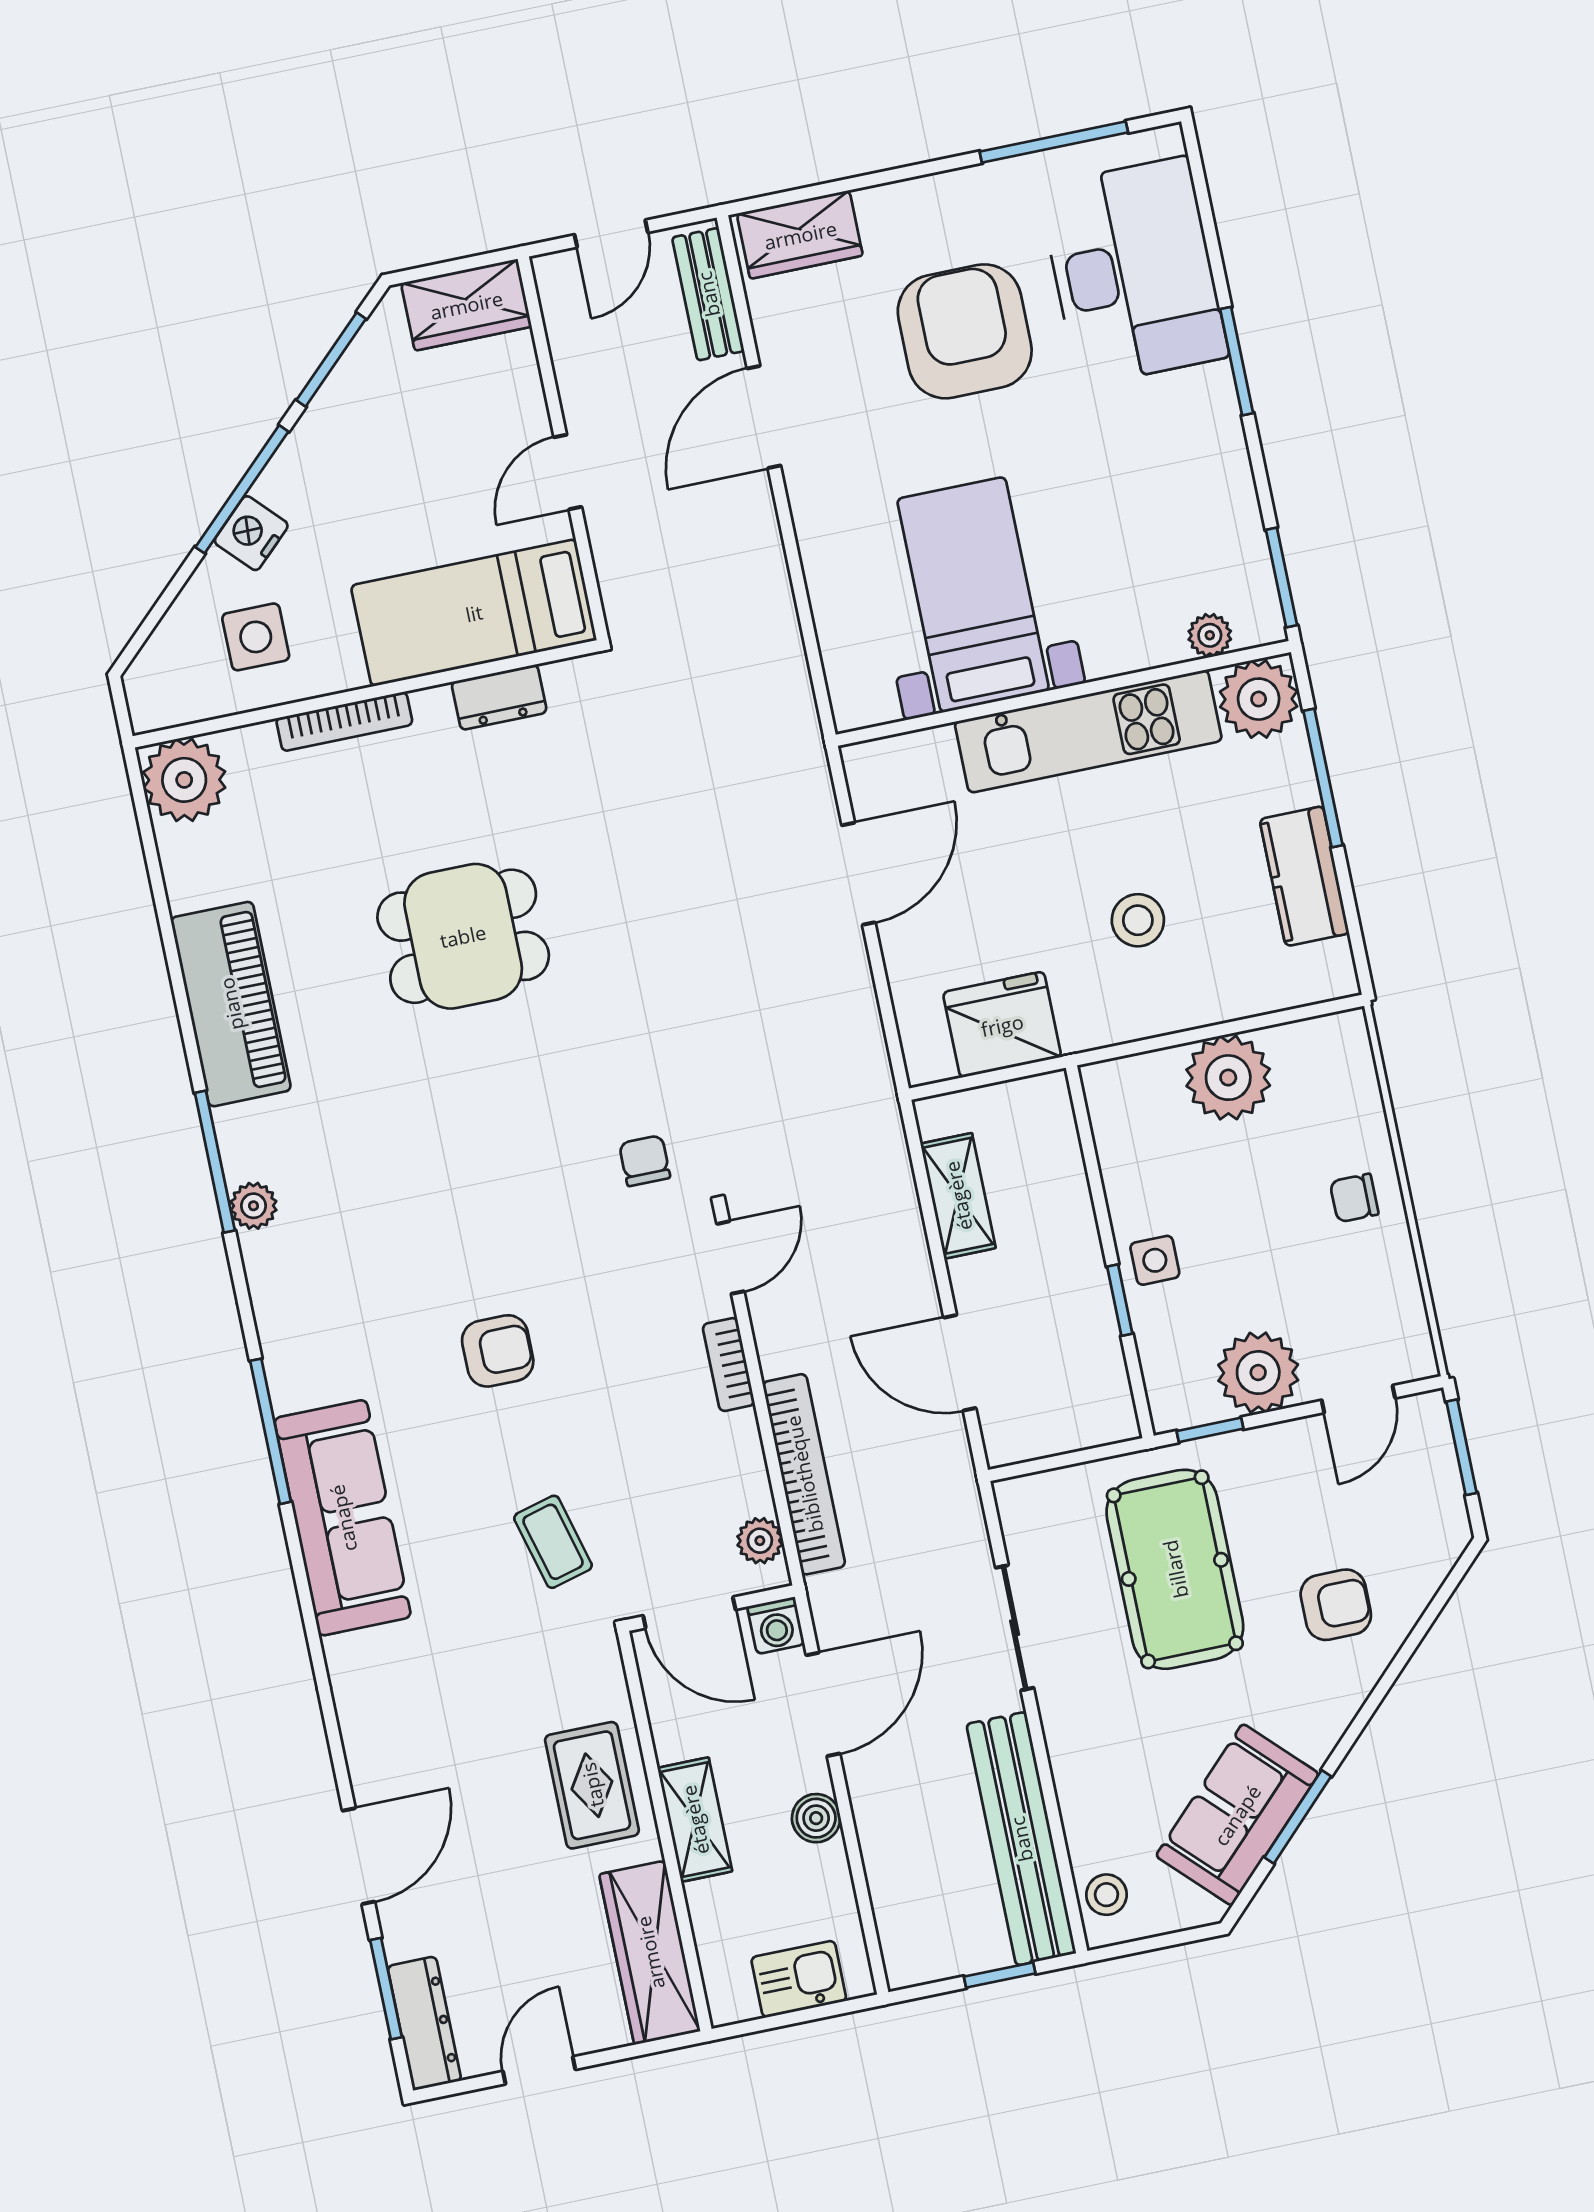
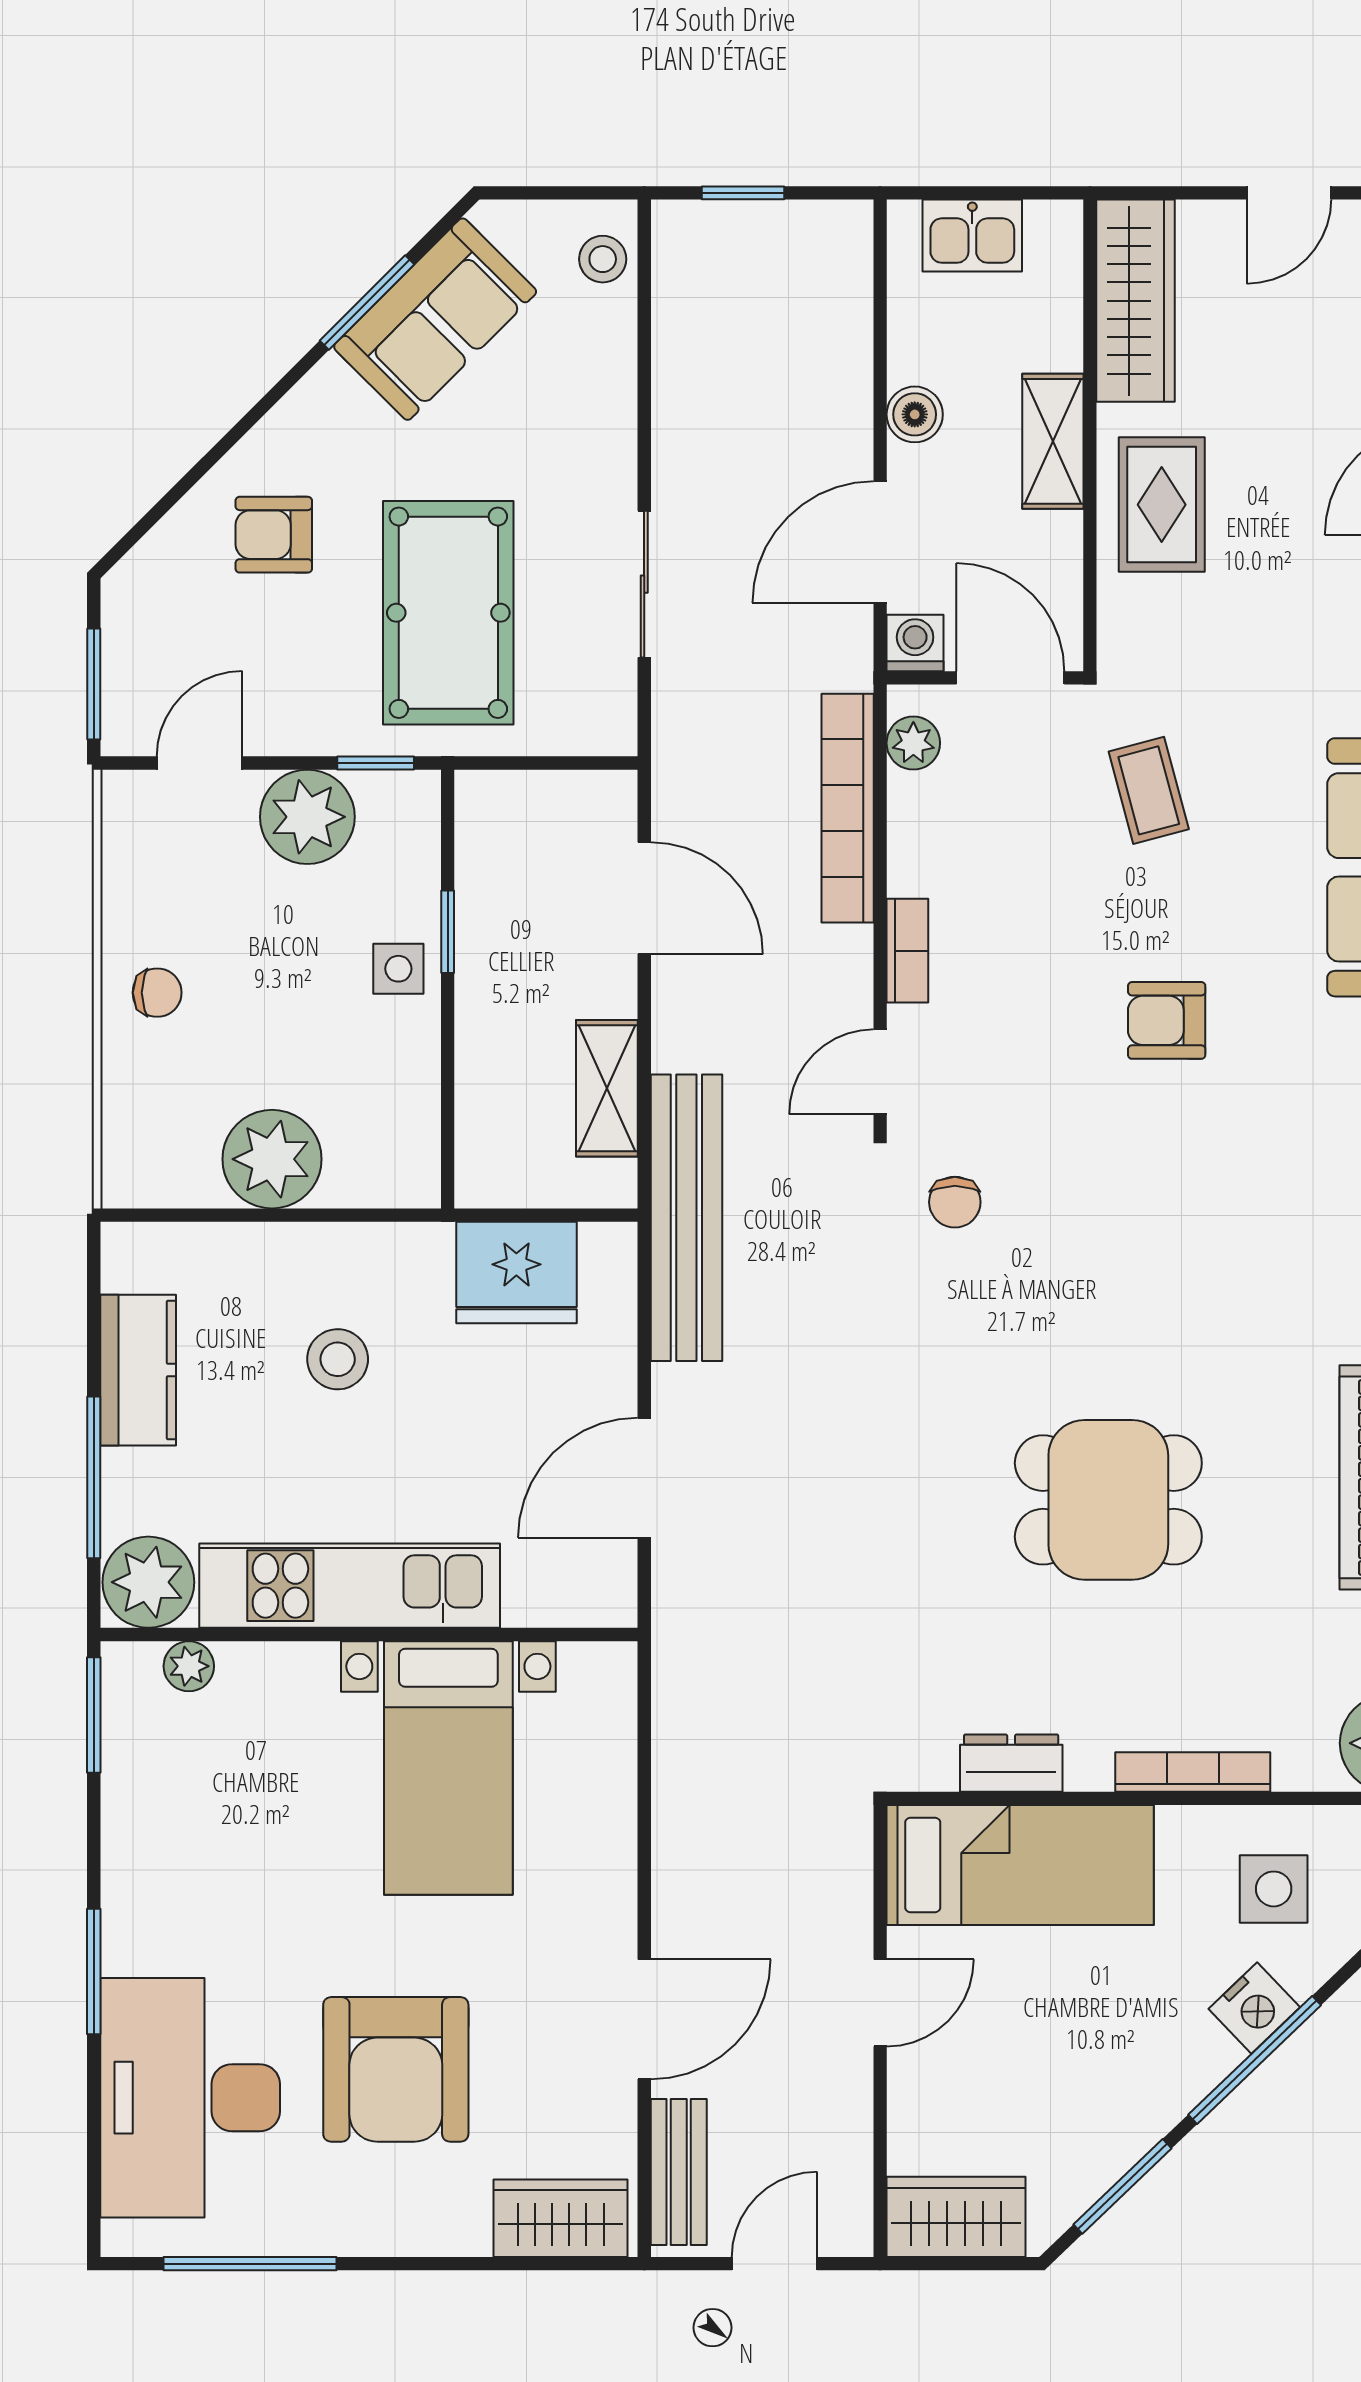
bench: (1021, 1839) -> (686, 1218), moved

